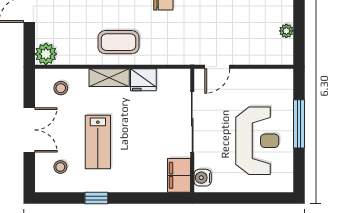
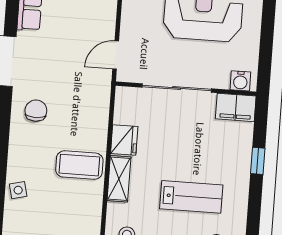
coffee table: (119, 42) -> (79, 165), turned 90
door: (217, 67) -> (116, 55), swing flipped
window: (96, 198) -> (258, 161), moved

